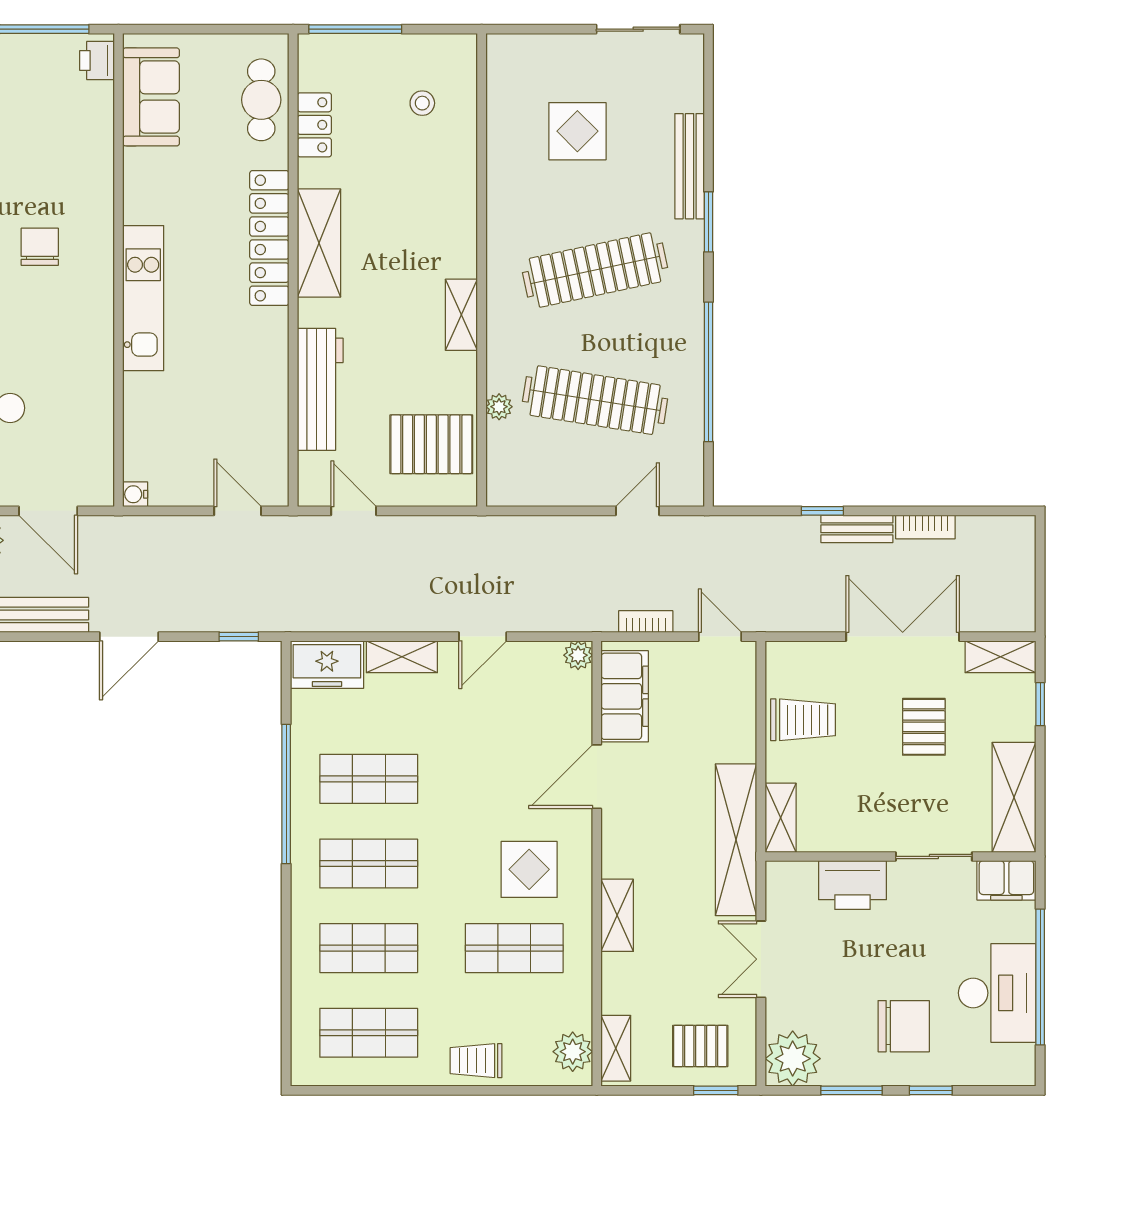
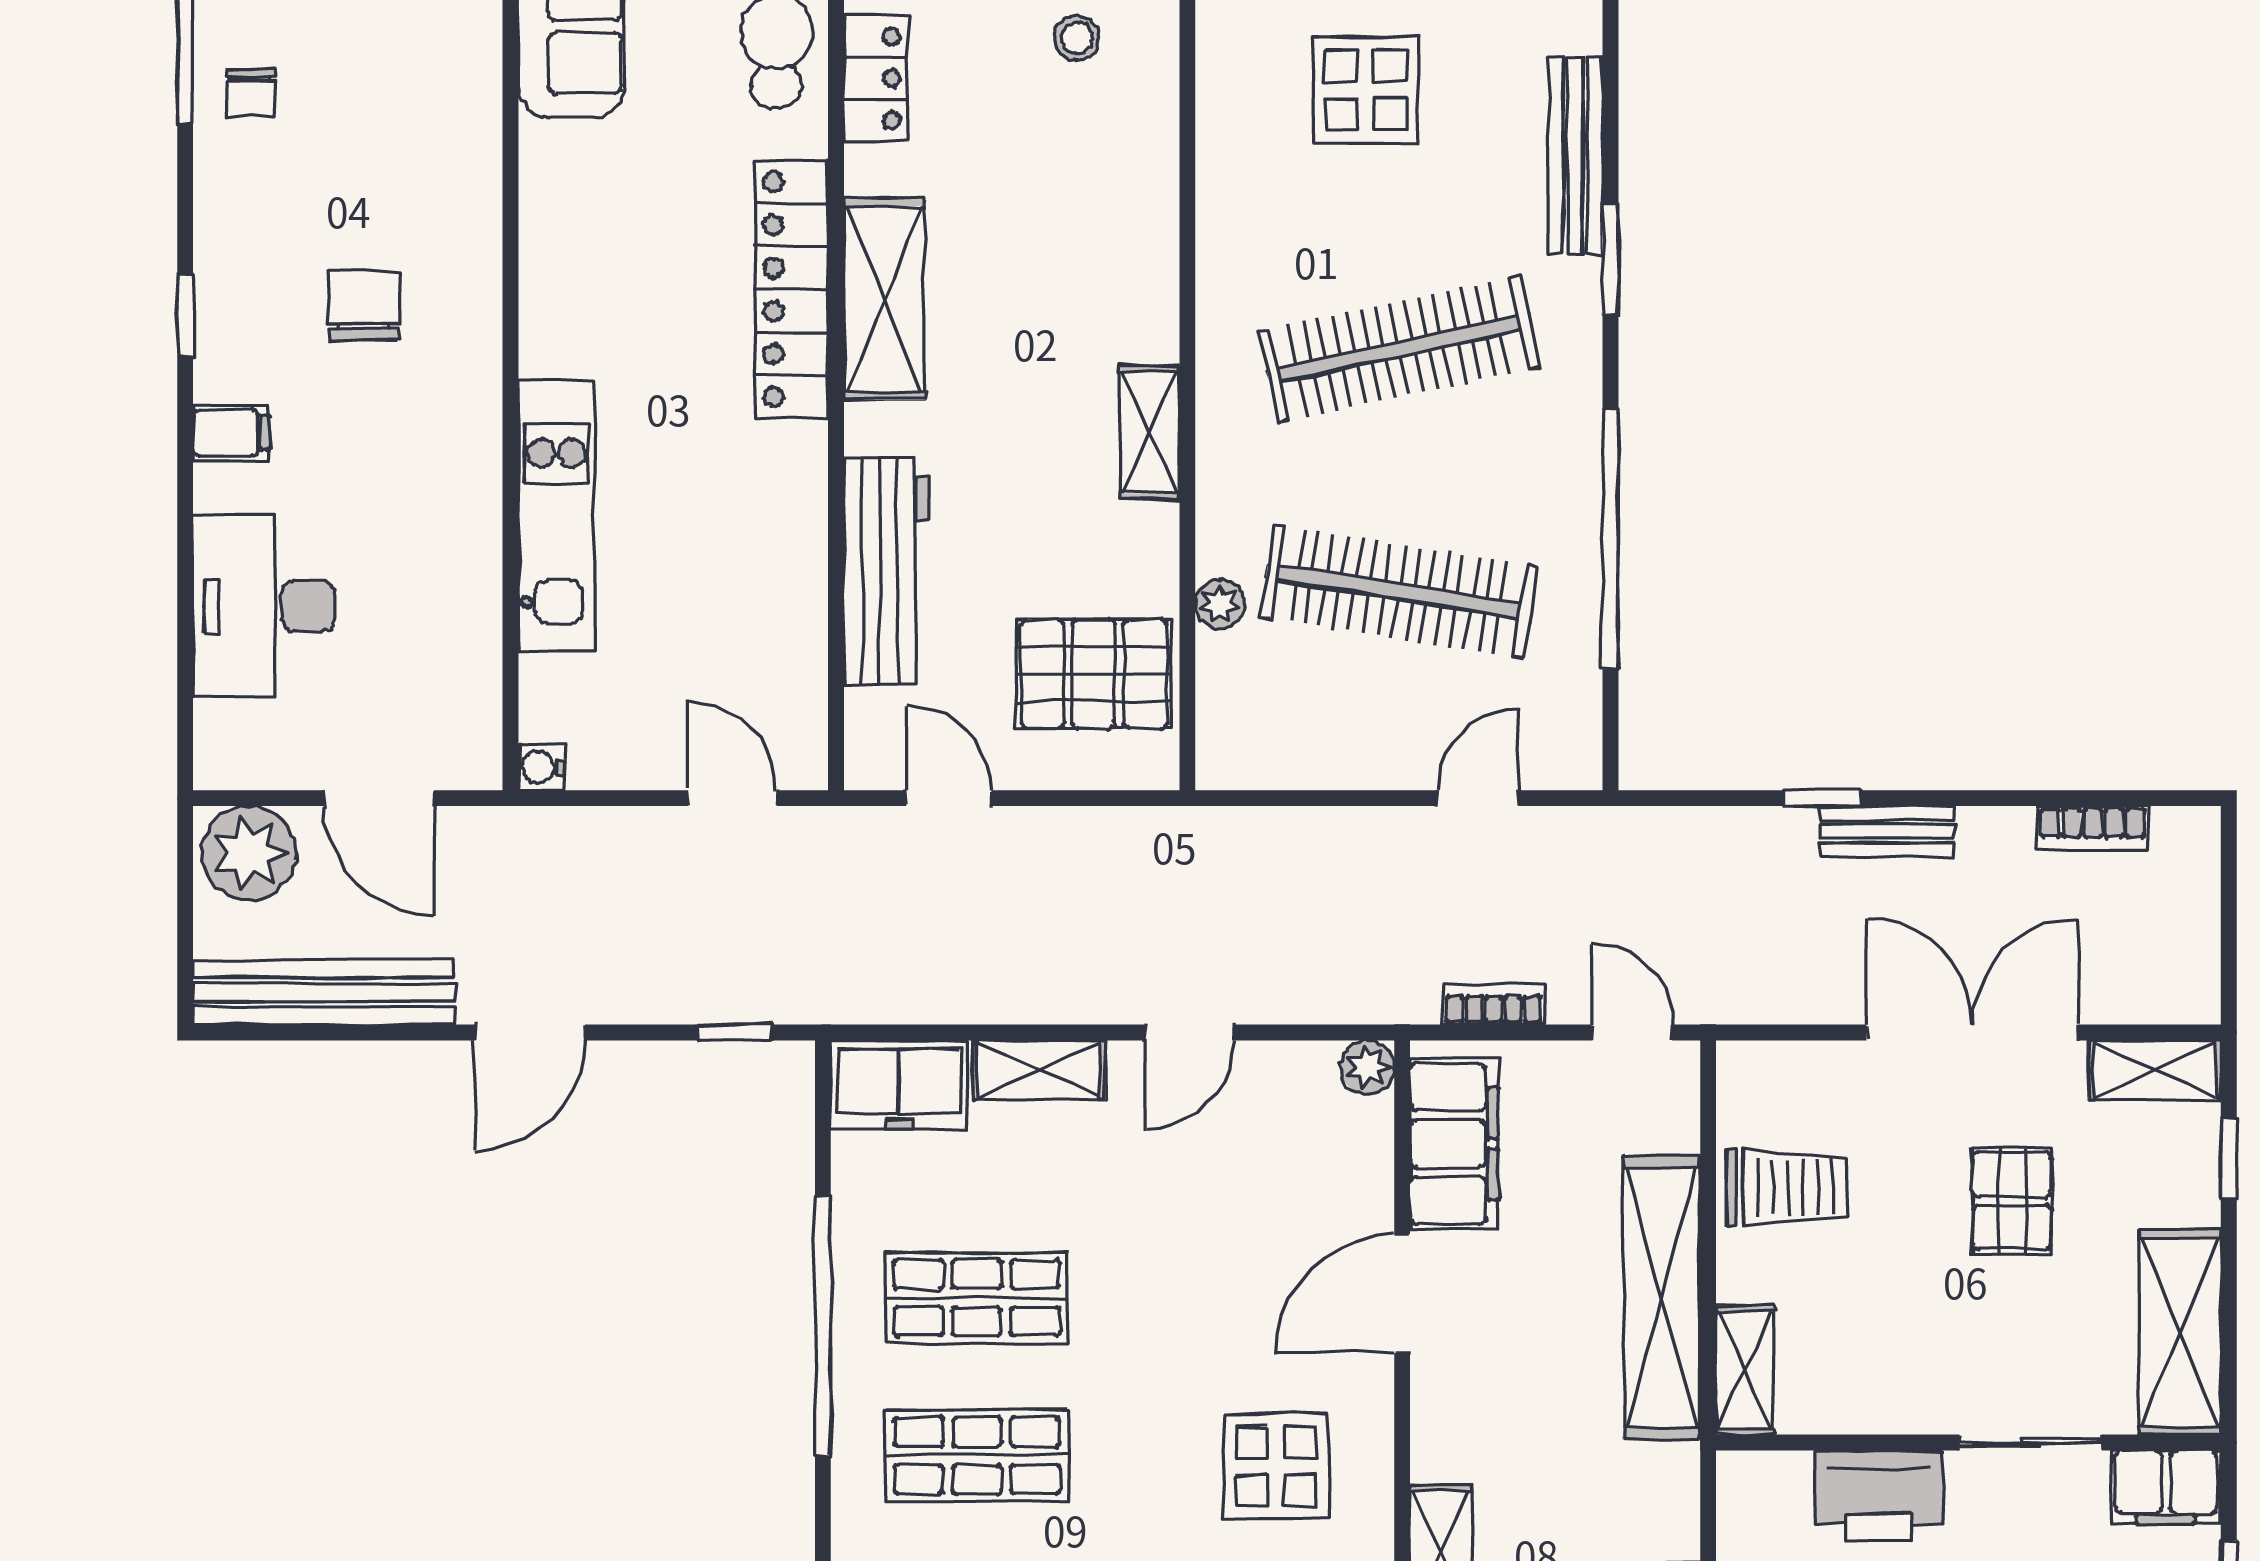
kitchen unit: (143, 298) -> (556, 516), moved
bookcase: (925, 527) -> (2093, 828), moved
shelving: (736, 840) -> (1662, 1298), moved

